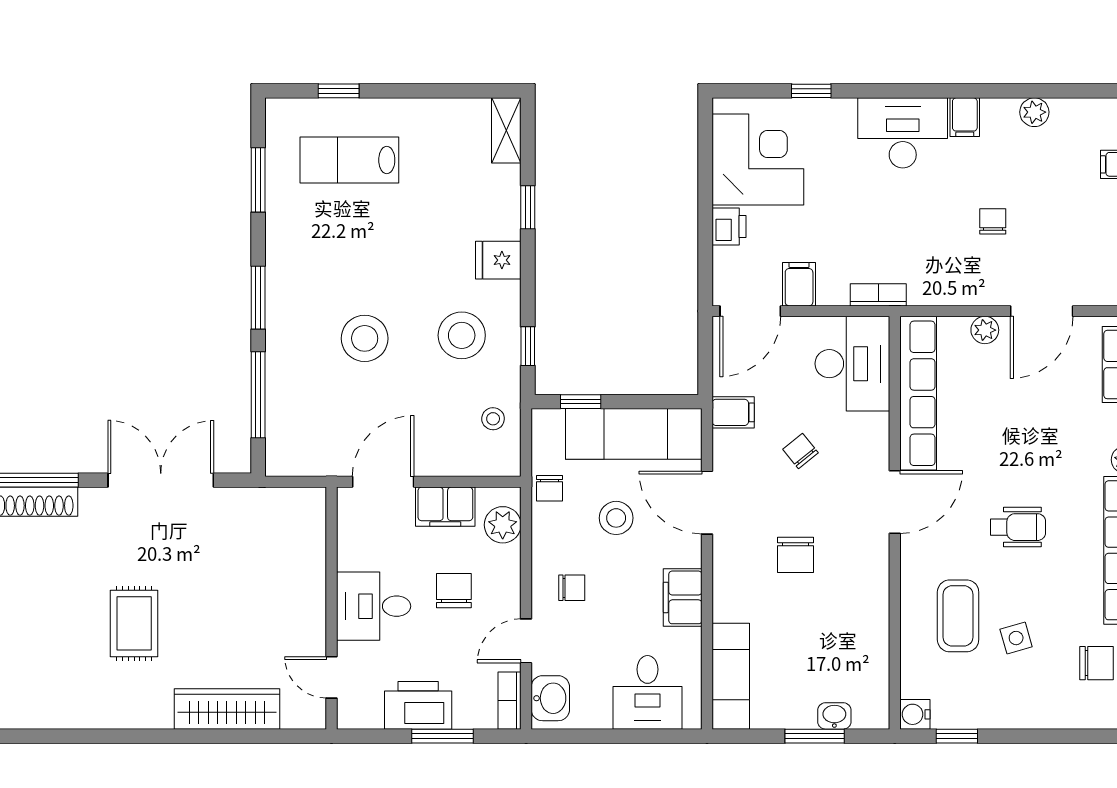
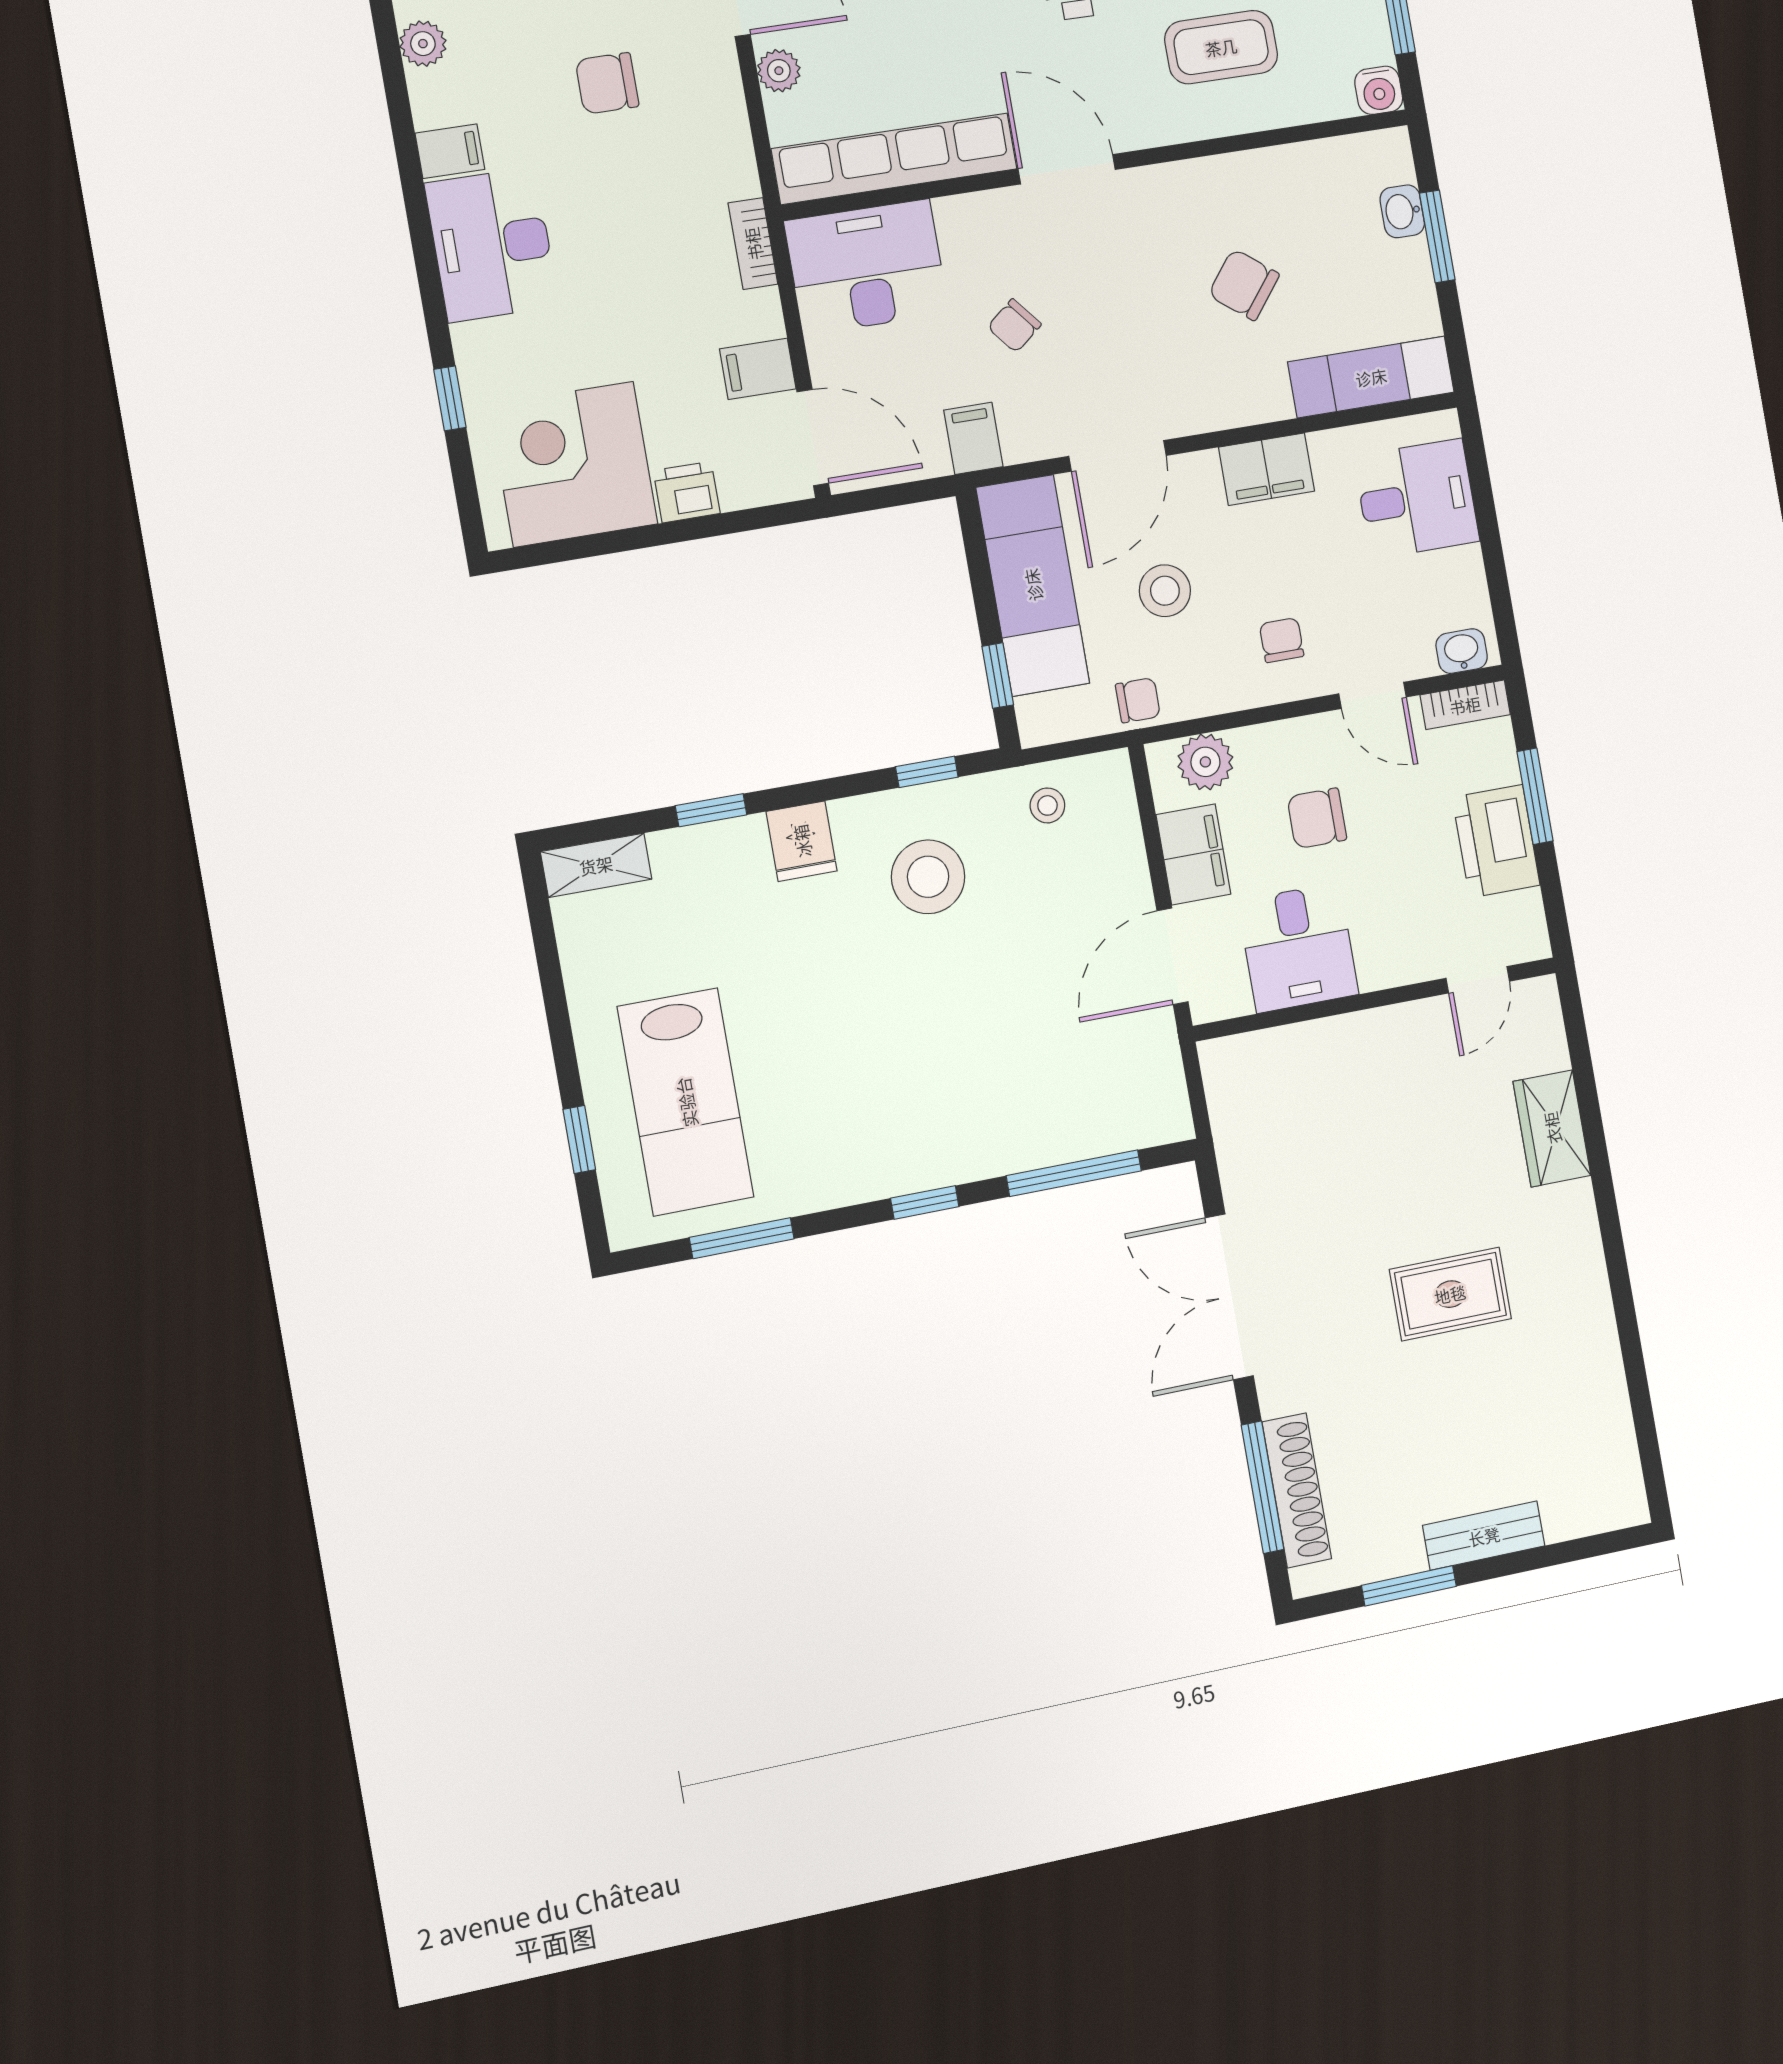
lab bench: (349, 160) -> (686, 1102), width x1.36, depth x1.39
chair: (993, 221) -> (607, 83), width x1.37, depth x1.37
window: (258, 298) -> (925, 1202), width x0.67
stool: (365, 338) -> (959, 1026), removed
door: (383, 482) -> (1173, 956), hinge flipped
chair: (795, 555) -> (1244, 285), moved, turned -142
desk: (374, 606) -> (1298, 948), moved
washbasin: (550, 698) -> (1462, 651), width x0.72, depth x0.69
wardrobe: (227, 709) -> (1552, 1128), width x0.67

